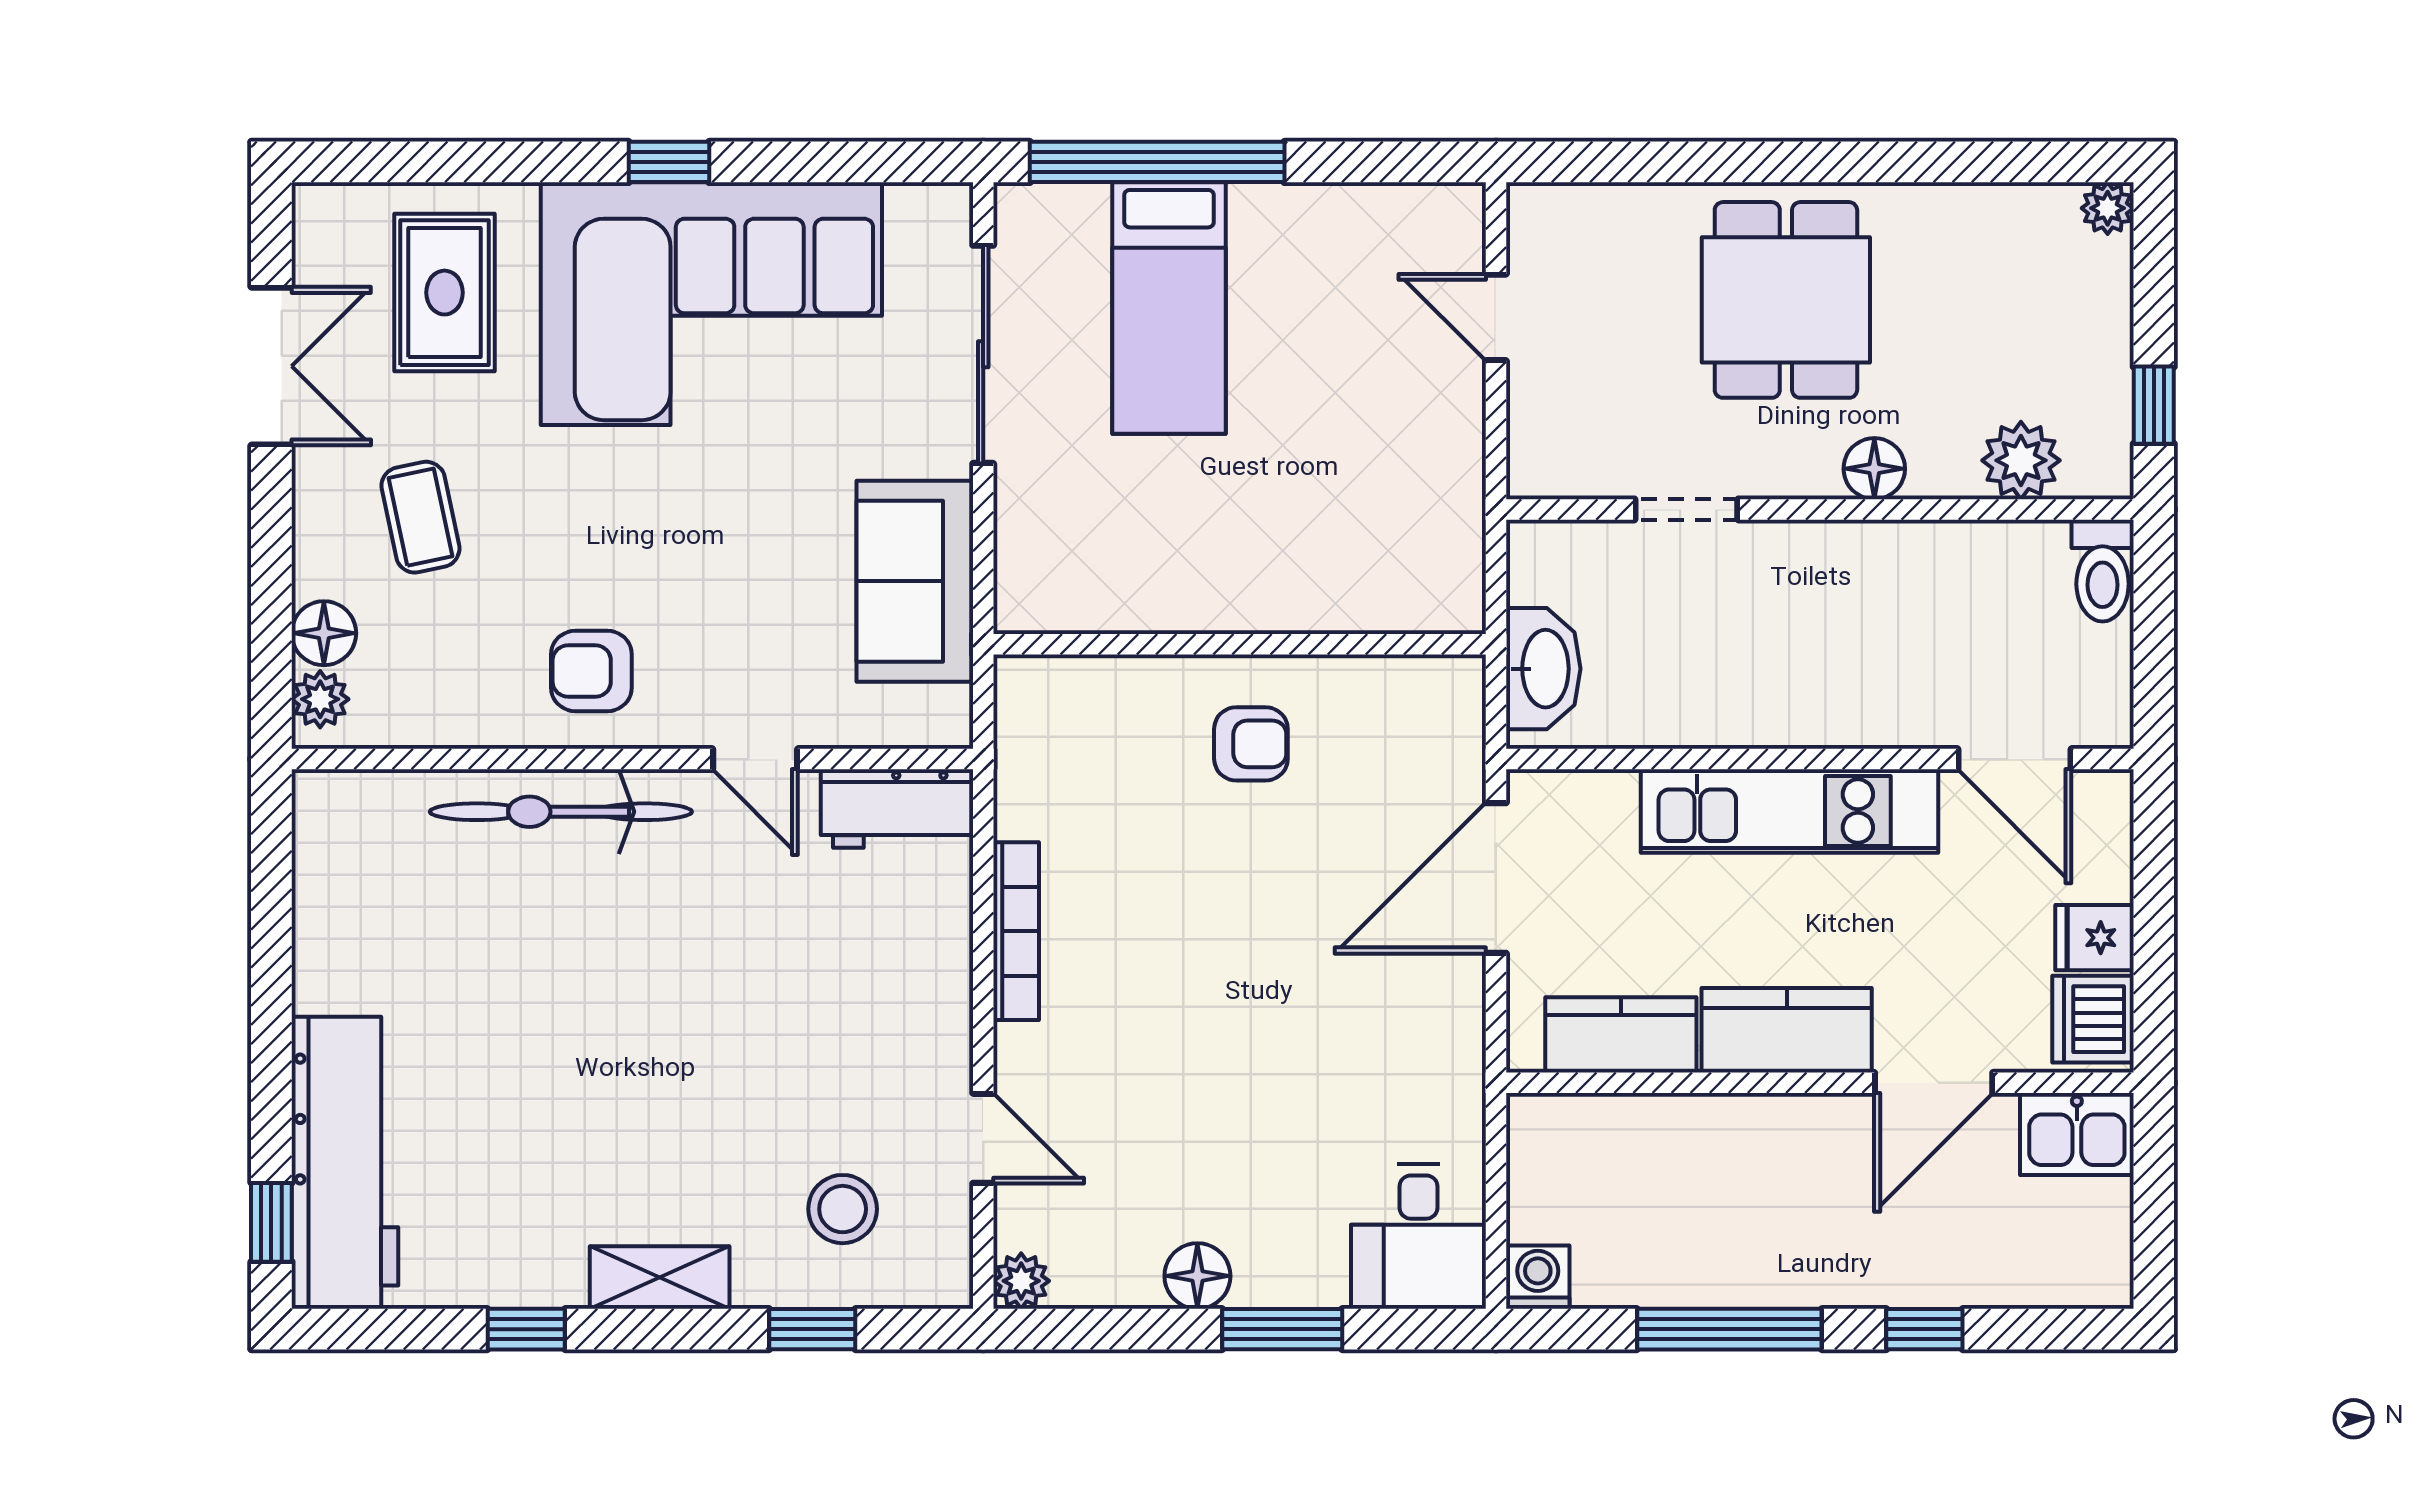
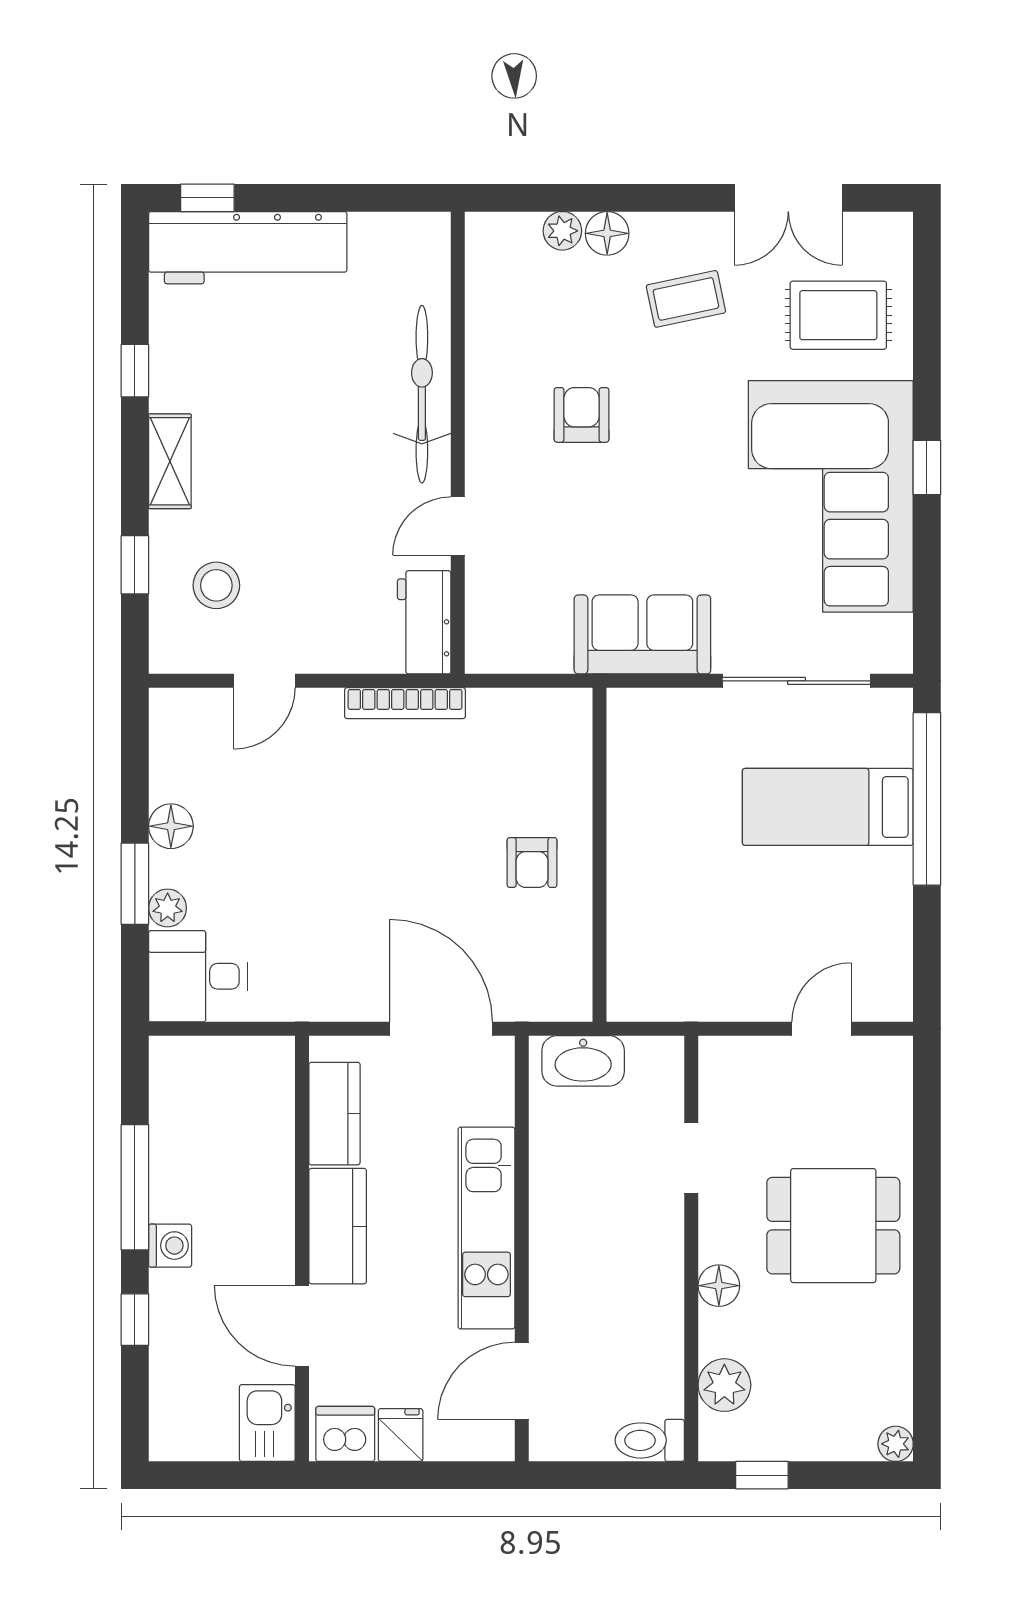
wall: (632, 759) -> (458, 443), moved
door: (755, 759) -> (458, 526), moved
workbench: (897, 808) -> (424, 622), moved
bicycle: (561, 812) -> (422, 394), moved
washing machine: (1538, 1277) -> (170, 1246), moved
plant: (1021, 1281) -> (168, 908), moved

